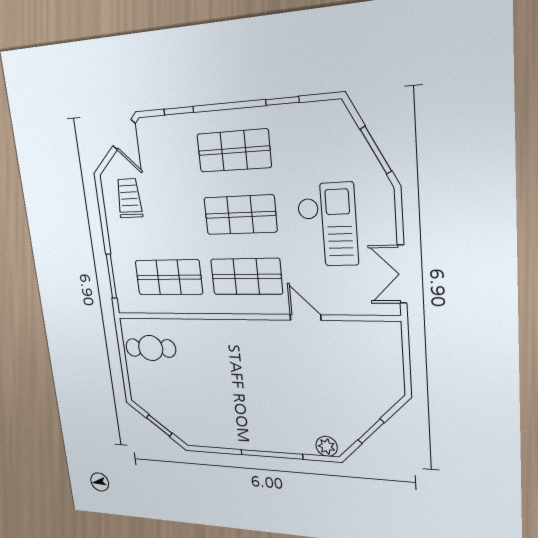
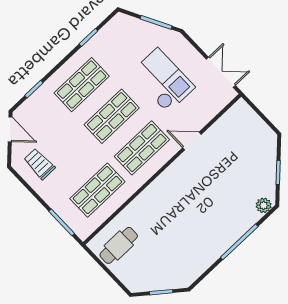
double door: (402, 274) -> (221, 72), swing flipped

